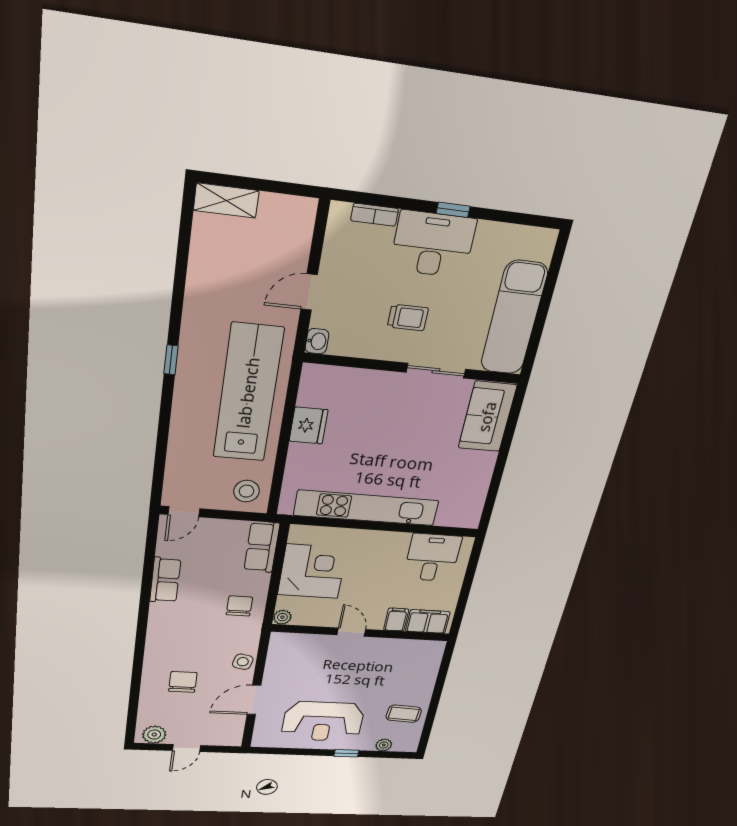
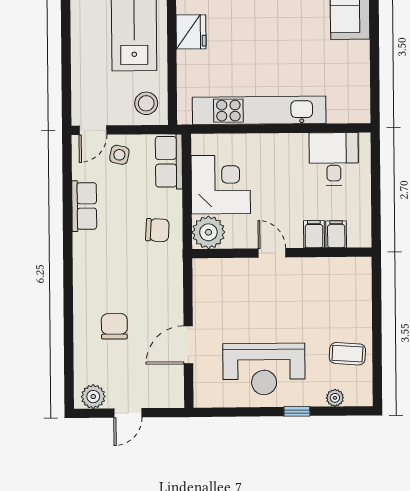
chair: (239, 606) -> (157, 230), turned 93
plant: (282, 617) -> (208, 232), width x1.87, depth x1.87
filing cabinet: (428, 621) -> (336, 234), width x0.50
side table: (243, 662) -> (119, 155), moved

